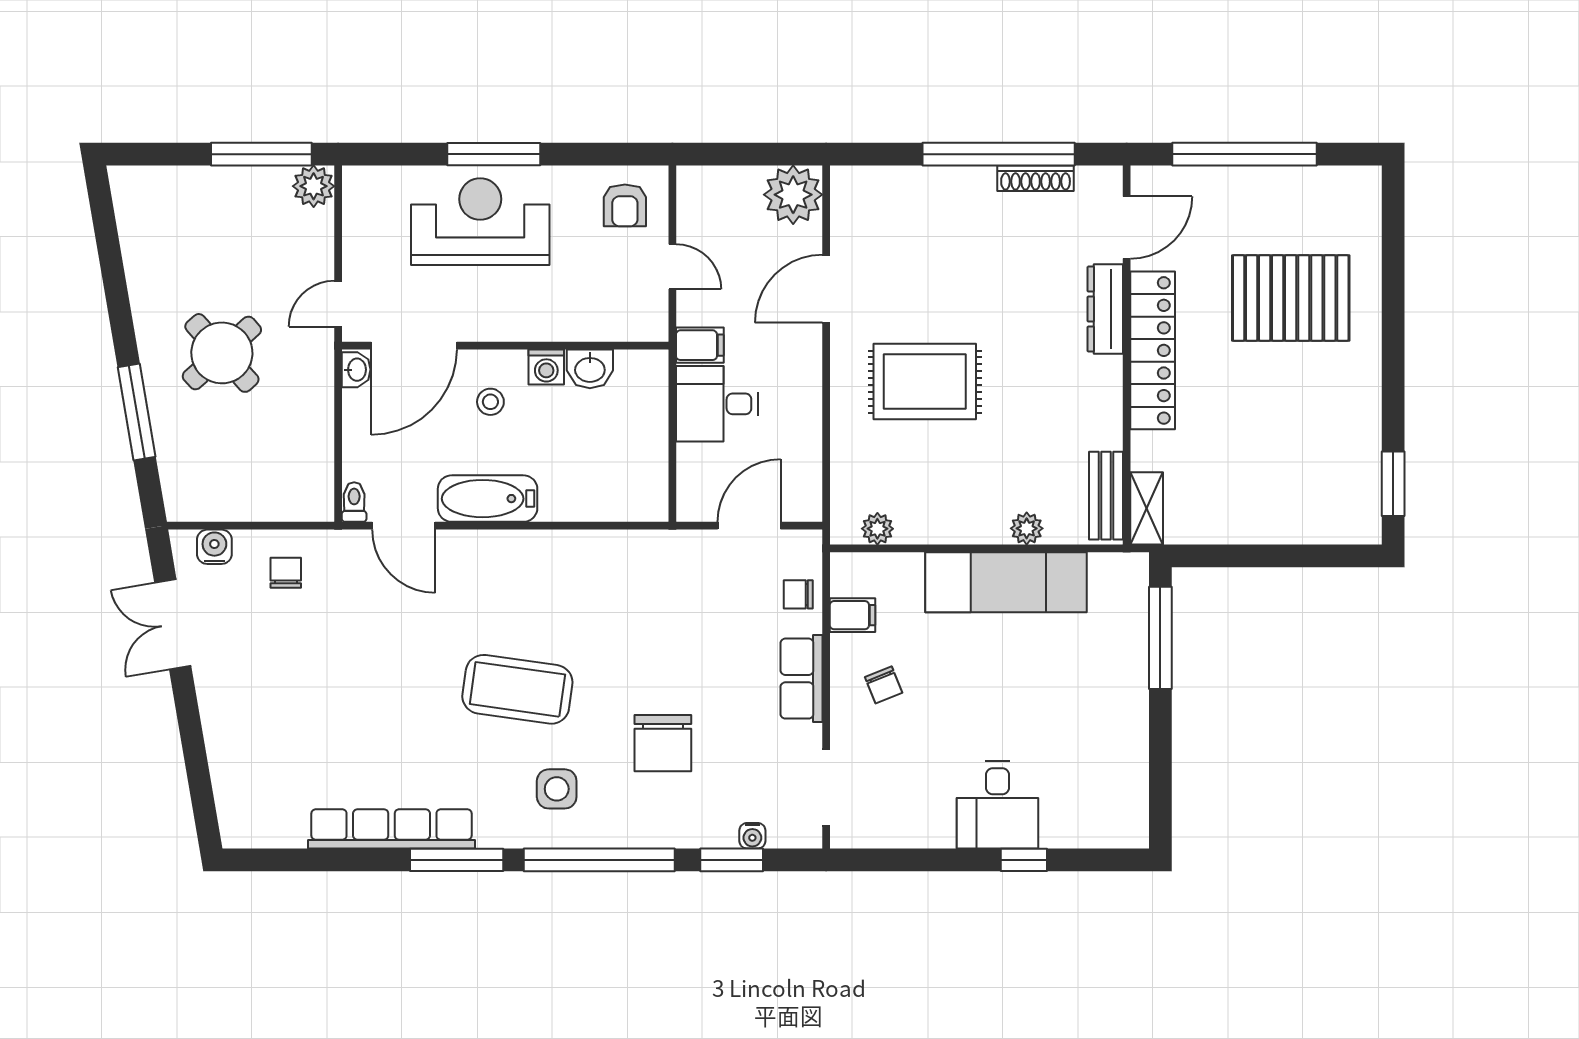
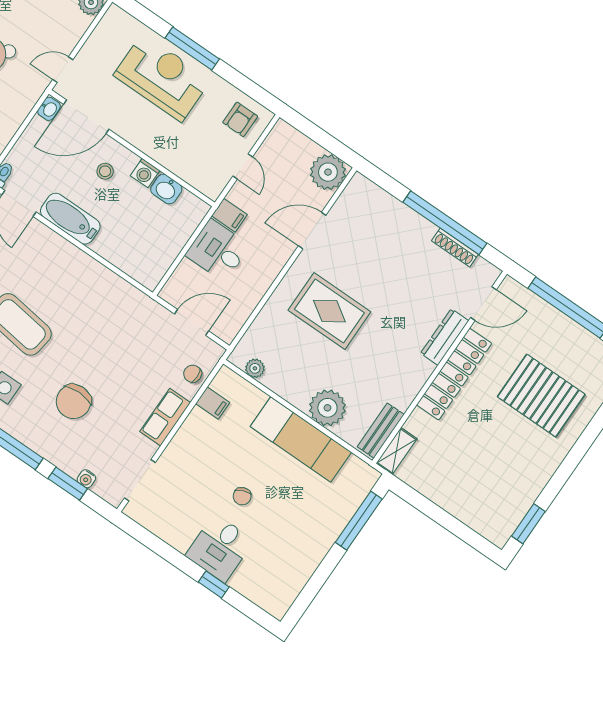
plant: (1027, 528) -> (327, 408), width x1.87, depth x1.87
chair: (884, 685) -> (242, 496), moved

